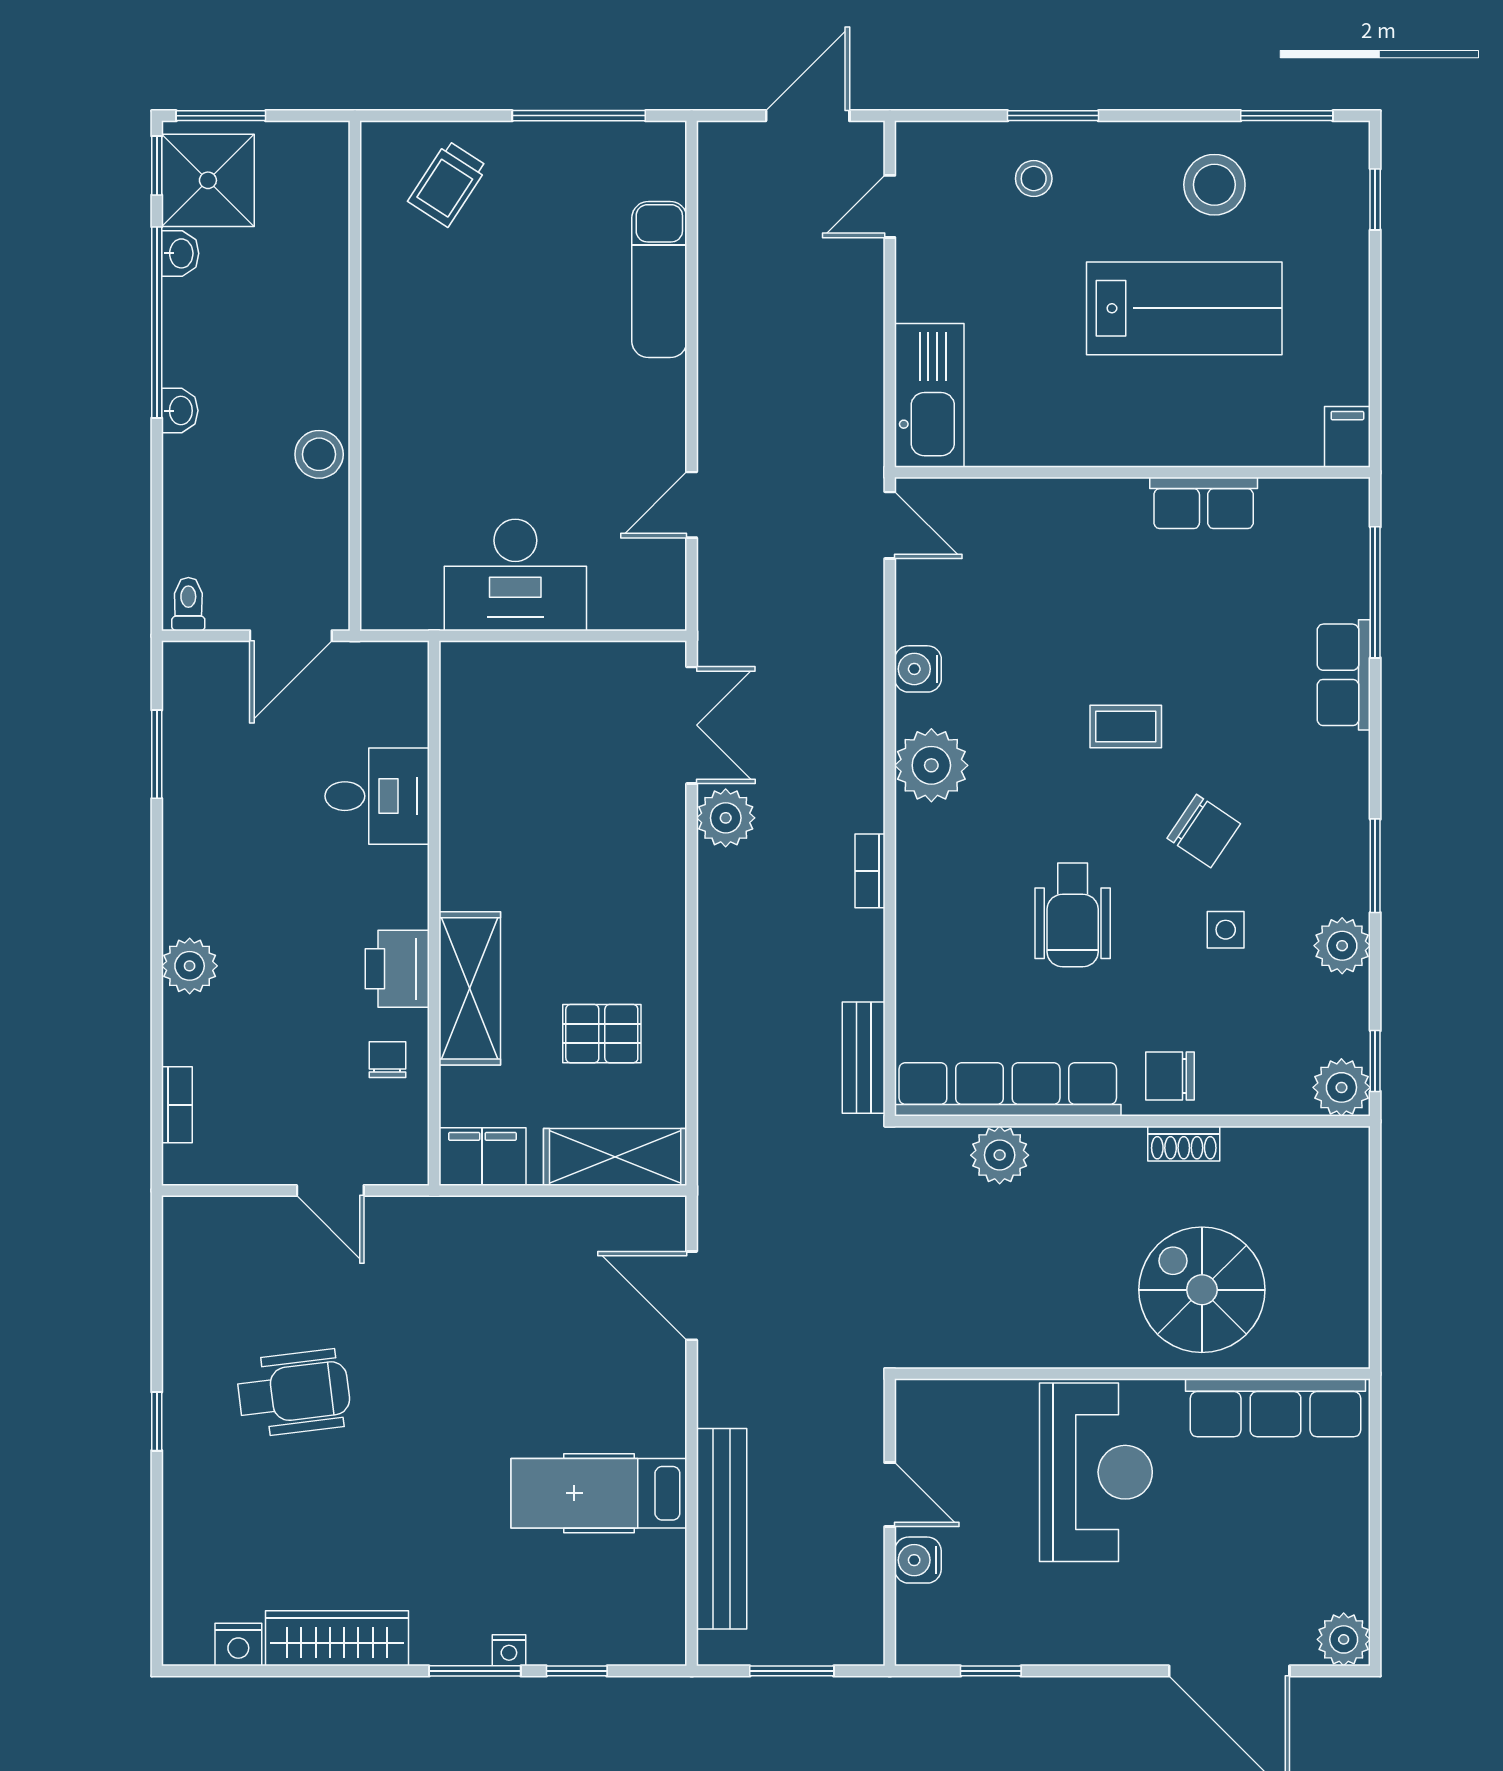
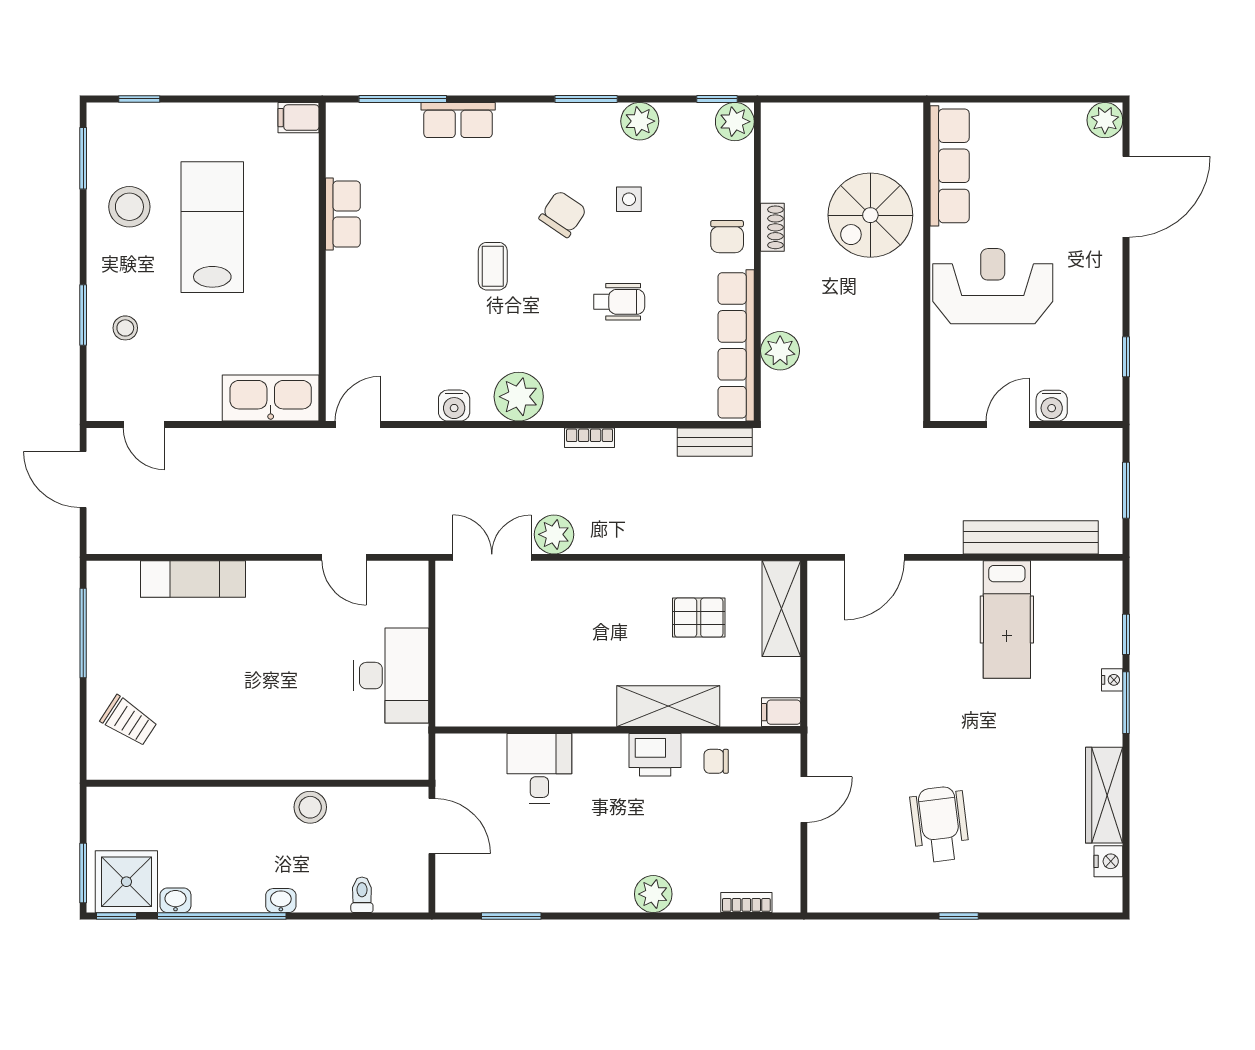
toilet: (188, 604) -> (362, 895), moved, turned 90
wheelchair: (1073, 915) -> (619, 302), width x0.73, depth x0.73
pallet: (602, 1034) -> (699, 618), turned 90
filing cabinet: (482, 1157) -> (781, 712), width x0.50

